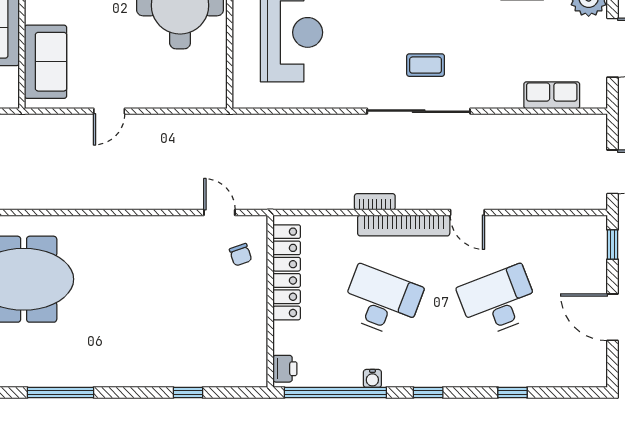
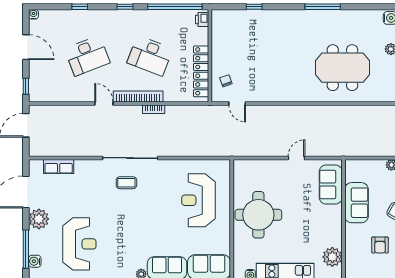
water cooler: (372, 378) -> (33, 14), moved

